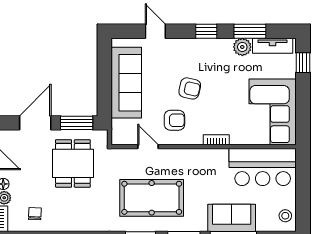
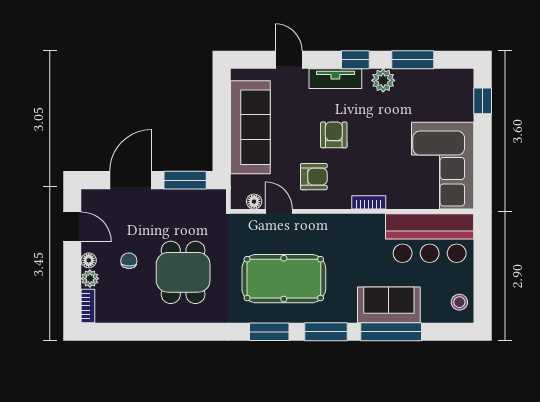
tv unit: (273, 46) -> (335, 79), moved
plant: (242, 47) -> (383, 80), moved
armchair: (190, 88) -> (334, 135), turned -103
floor lamp: (129, 139) -> (254, 202), added
dining table: (73, 163) -> (183, 272), moved
chair: (35, 214) -> (129, 261), moved

